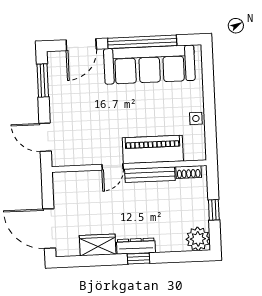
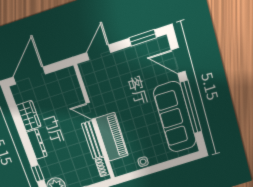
window: (139, 259) -> (38, 173), moved

